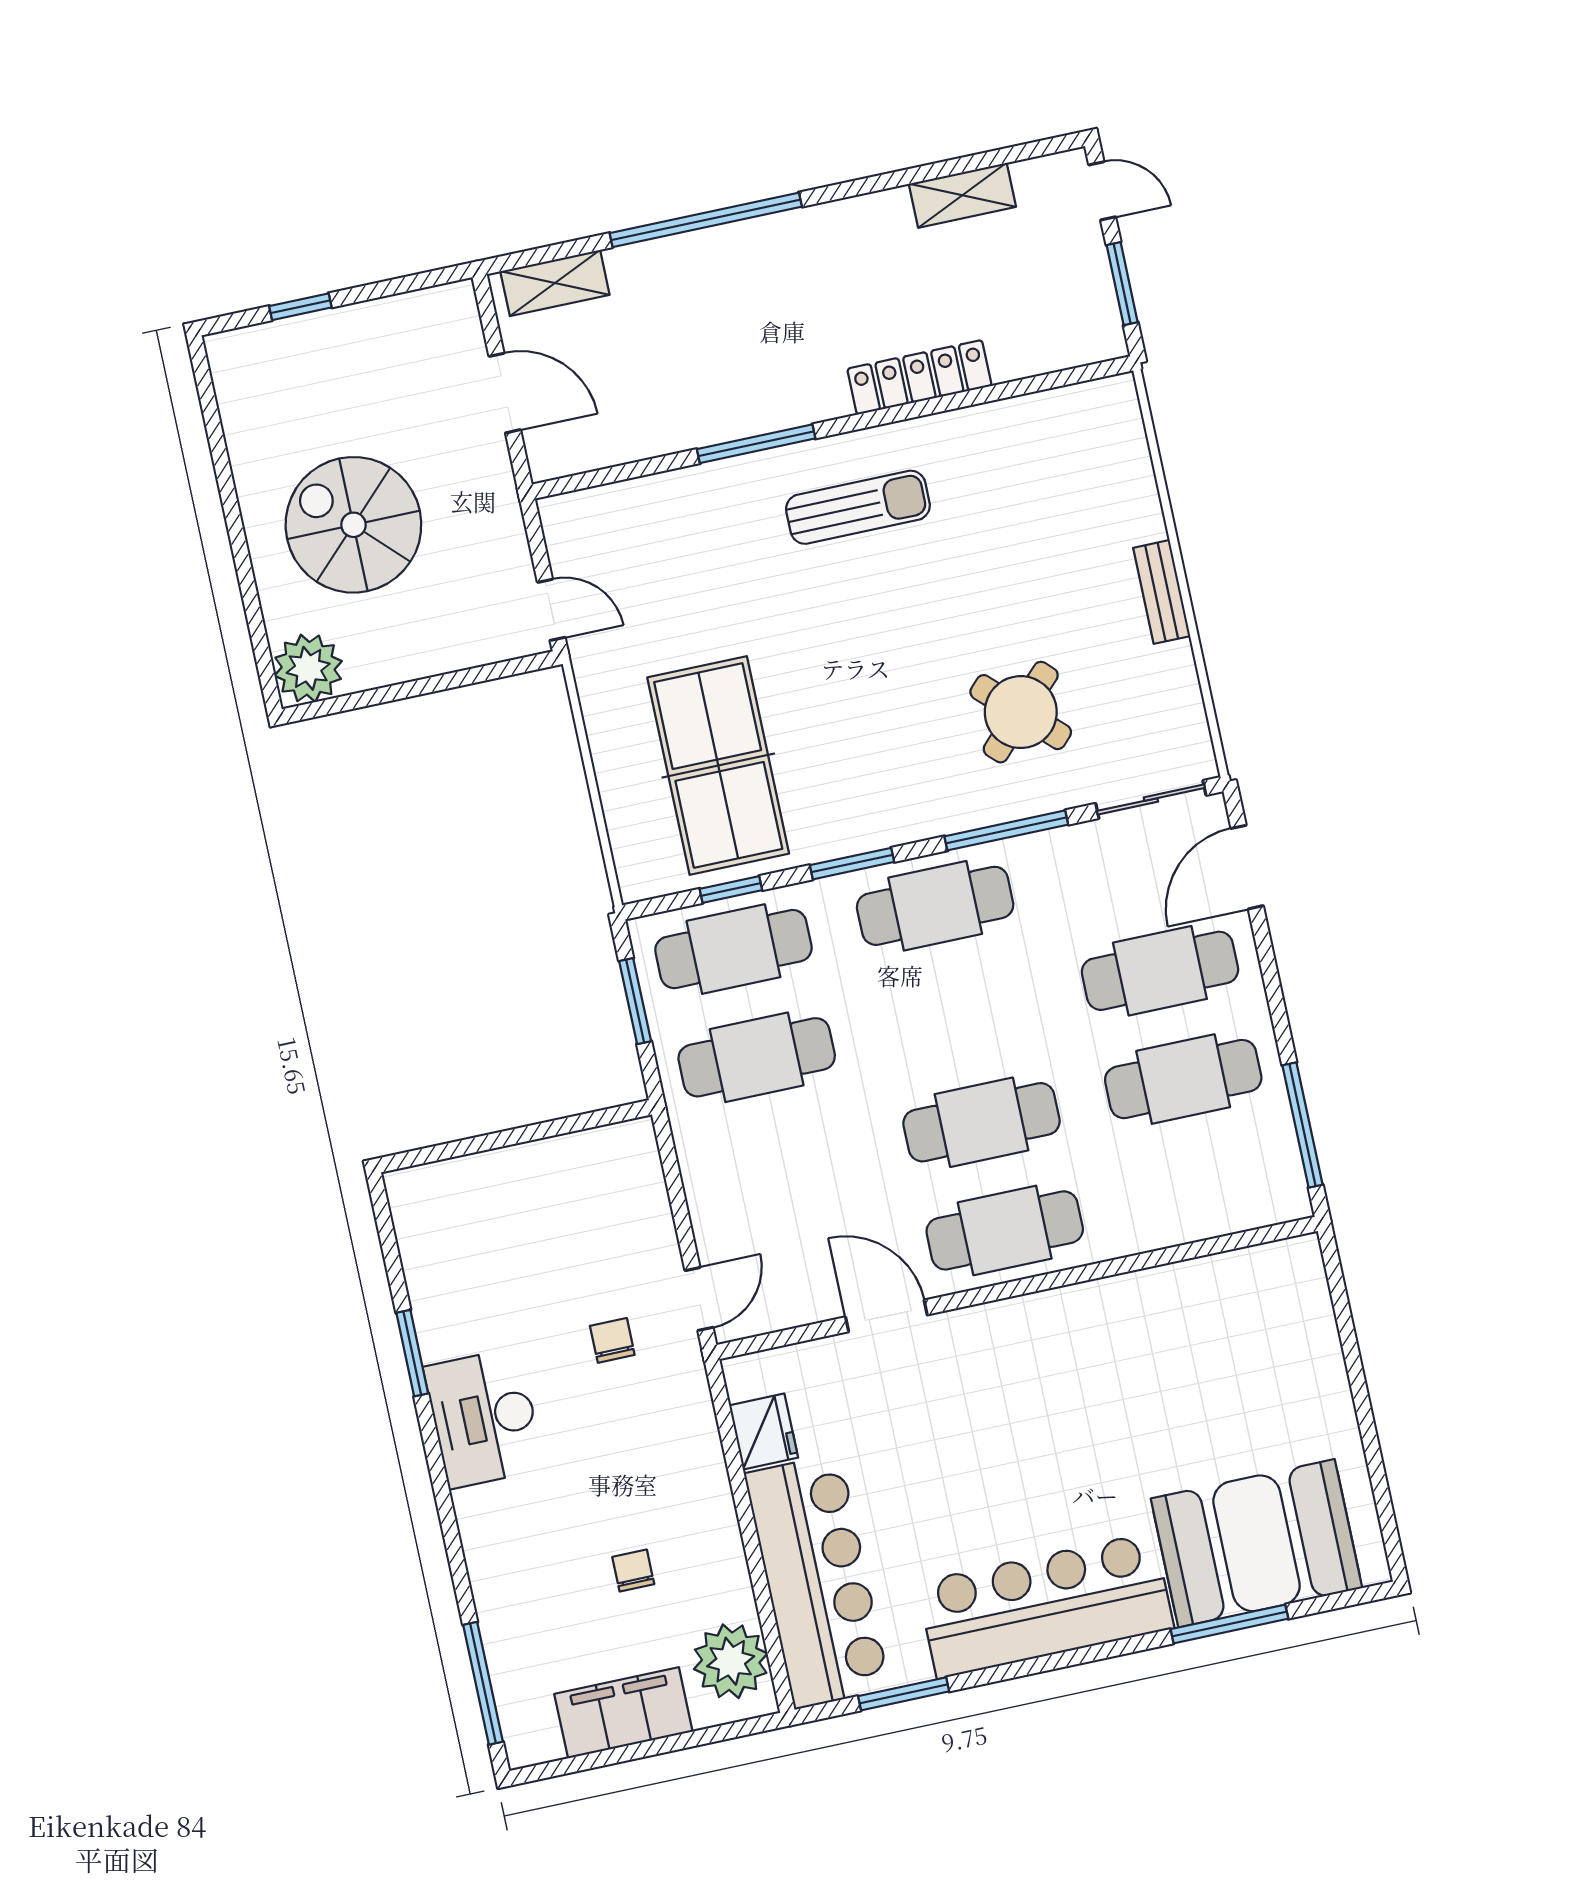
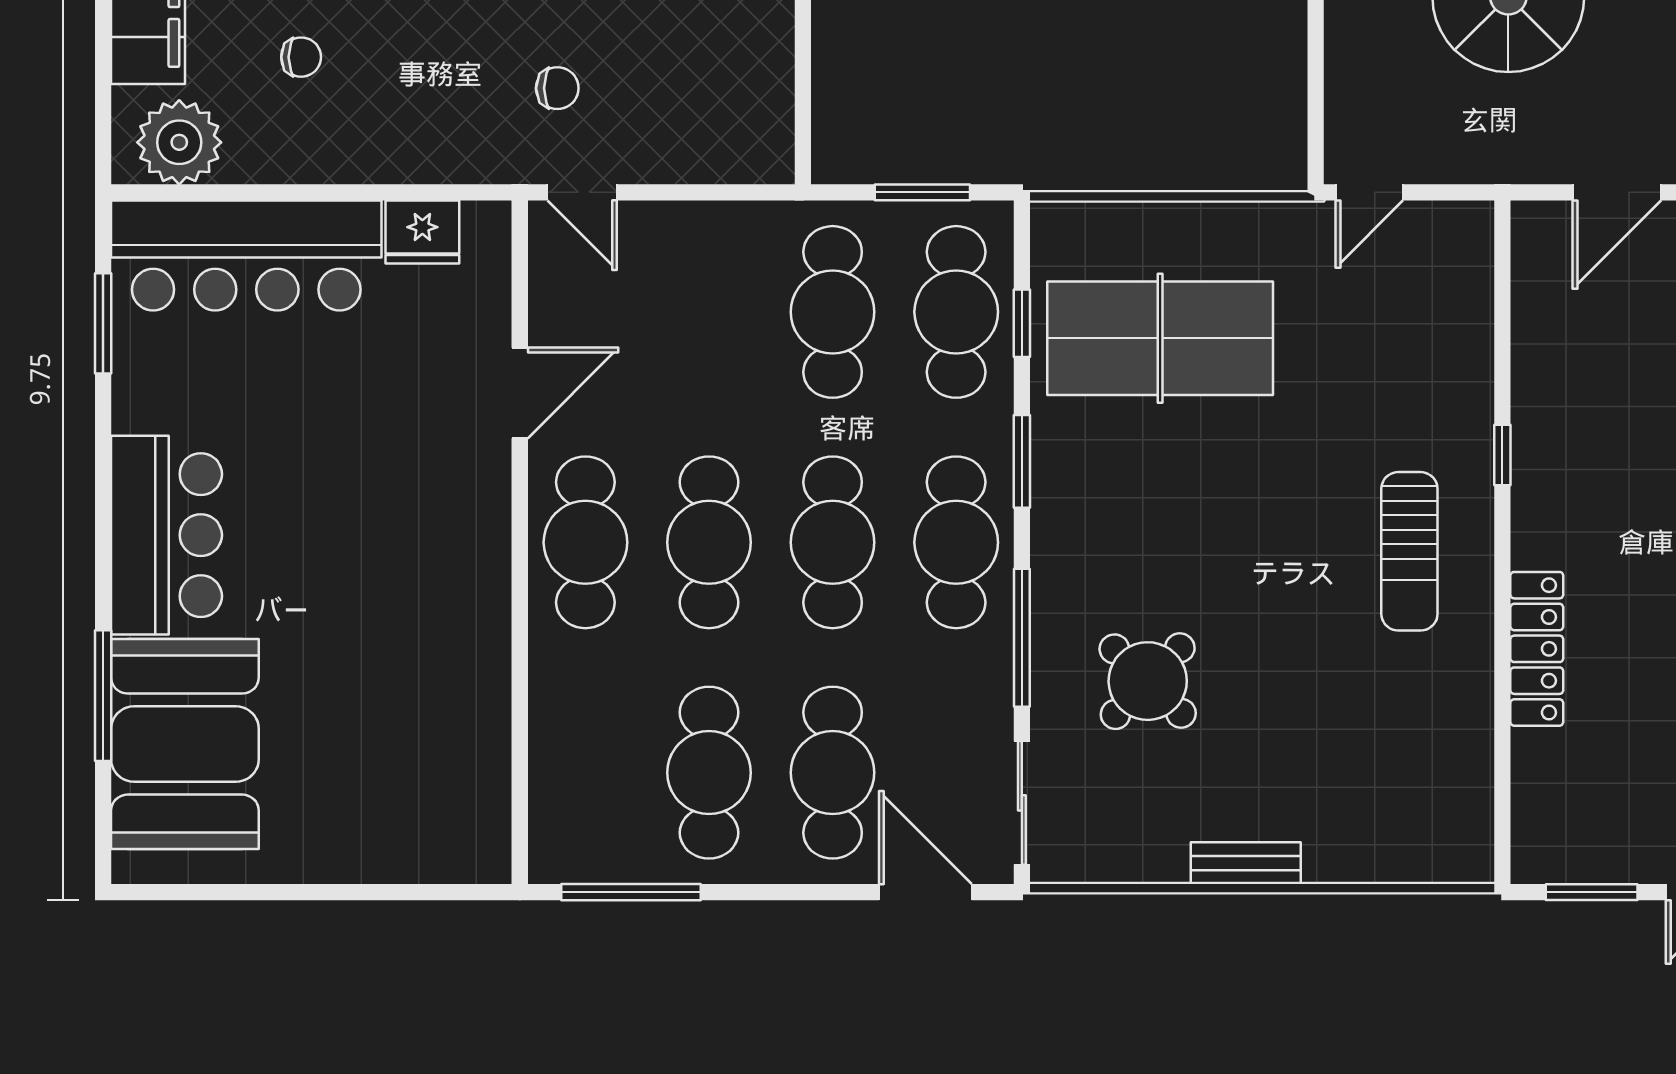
window: (756, 444) -> (1502, 455), width x0.46
cafe table: (958, 1014) -> (833, 542), added
bar counter: (1045, 1605) -> (166, 535), width x0.73

